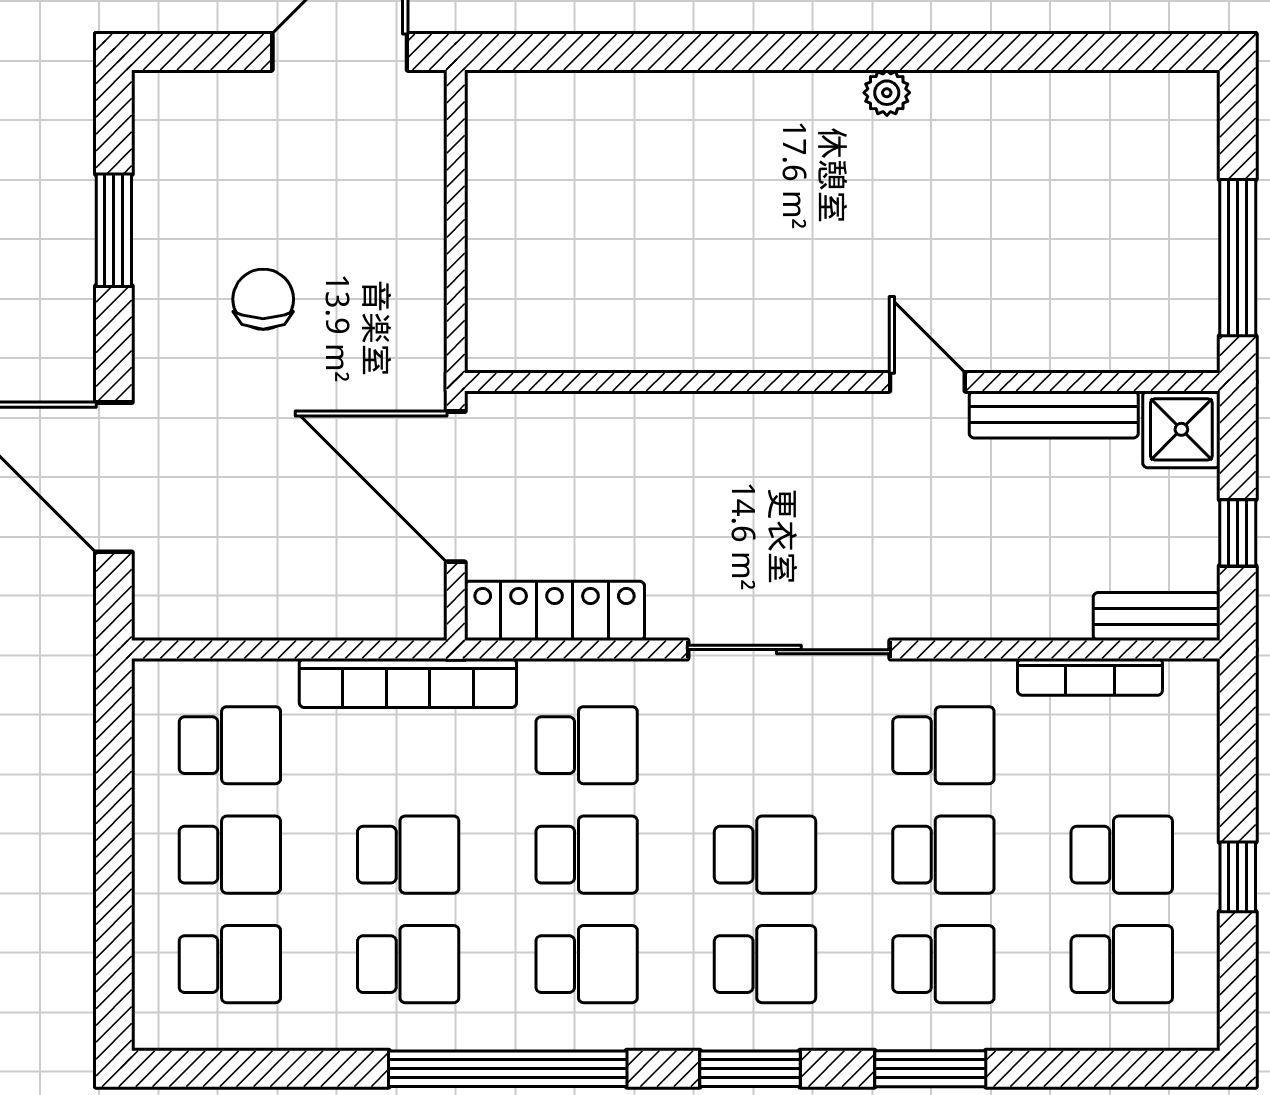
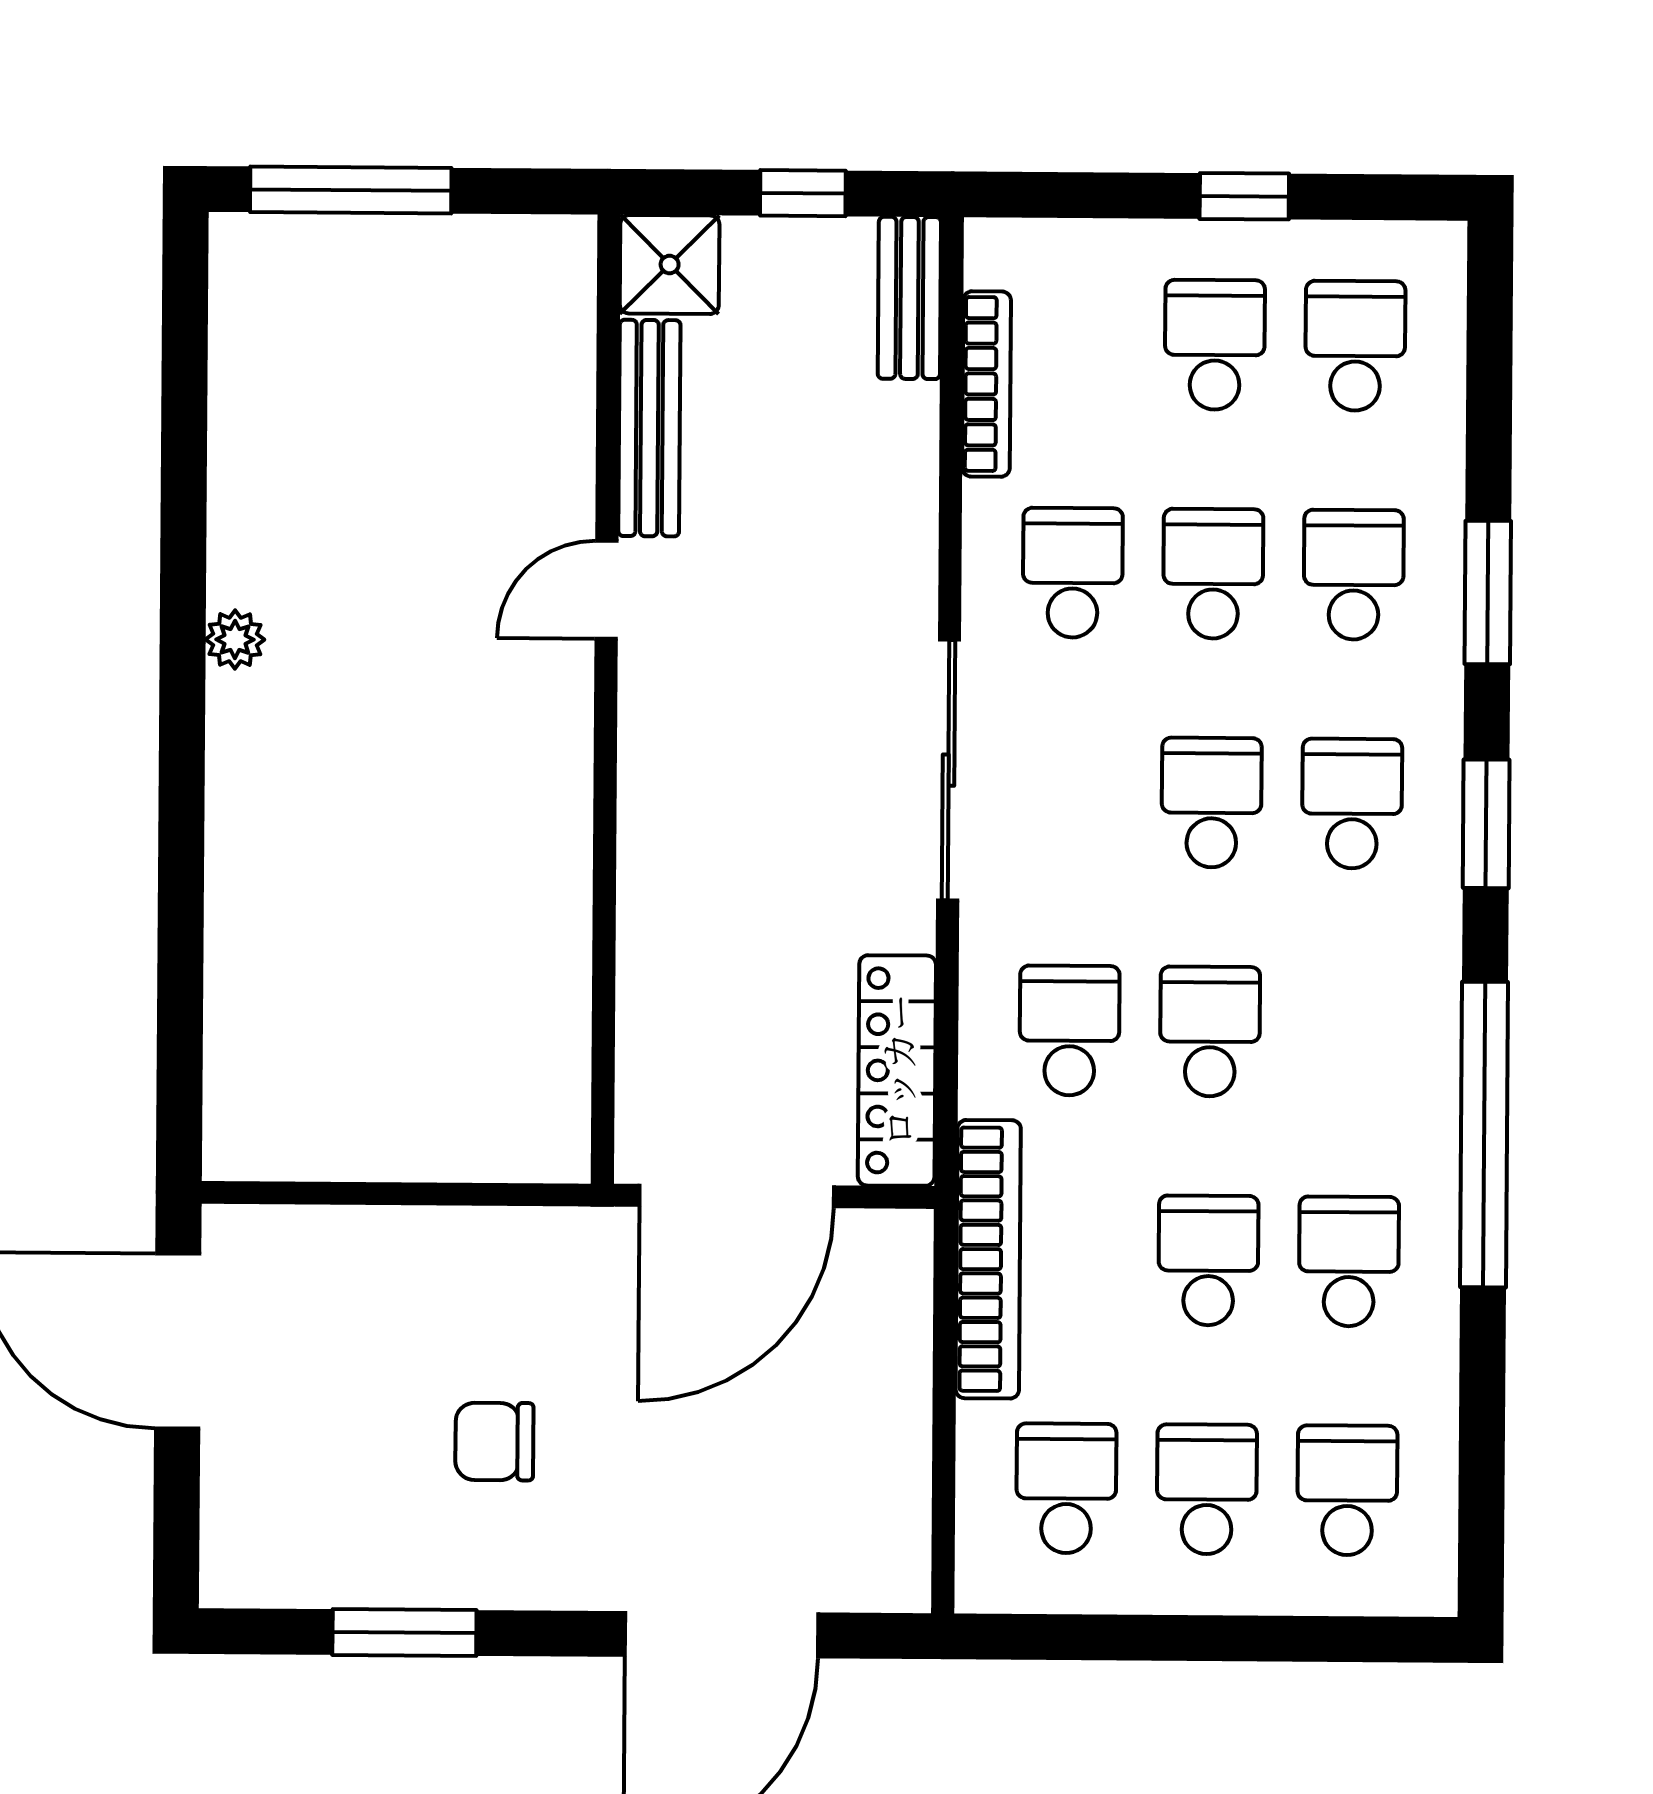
window: (1238, 258) -> (351, 190), moved
school desk: (587, 964) -> (1350, 1032), removed

